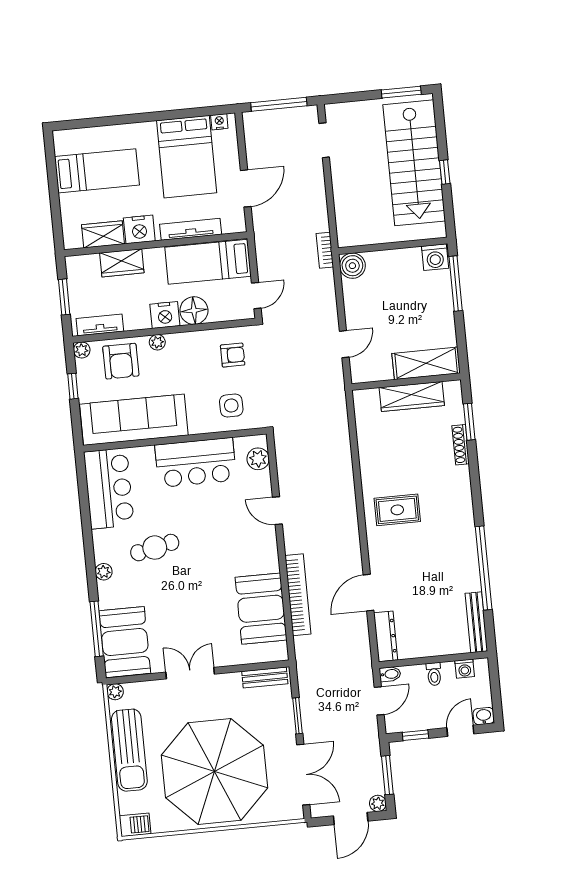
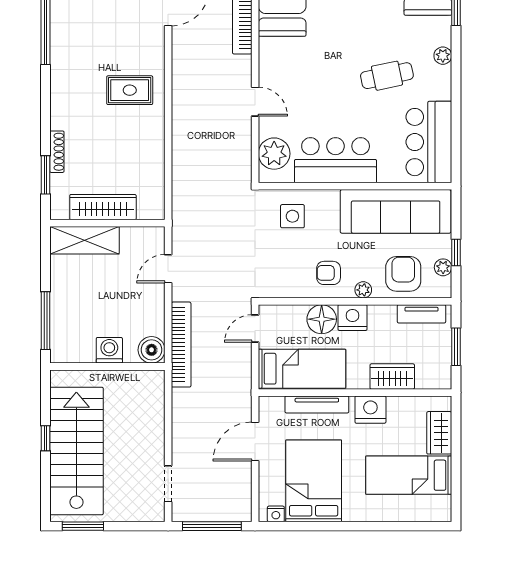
wardrobe: (103, 234) -> (439, 433), moved, turned 90
bookcase: (325, 250) -> (181, 345), width x2.31, depth x1.31
washing machine: (435, 257) -> (109, 350), moved
plant: (82, 350) -> (443, 267), moved
armchair: (233, 355) -> (329, 273), moved
plant: (258, 459) -> (274, 154), width x1.36, depth x1.36

